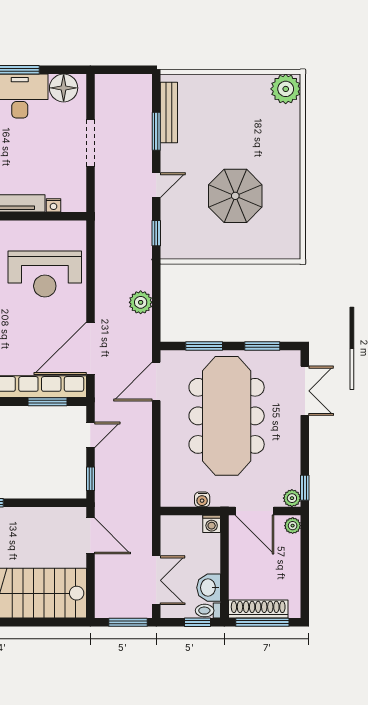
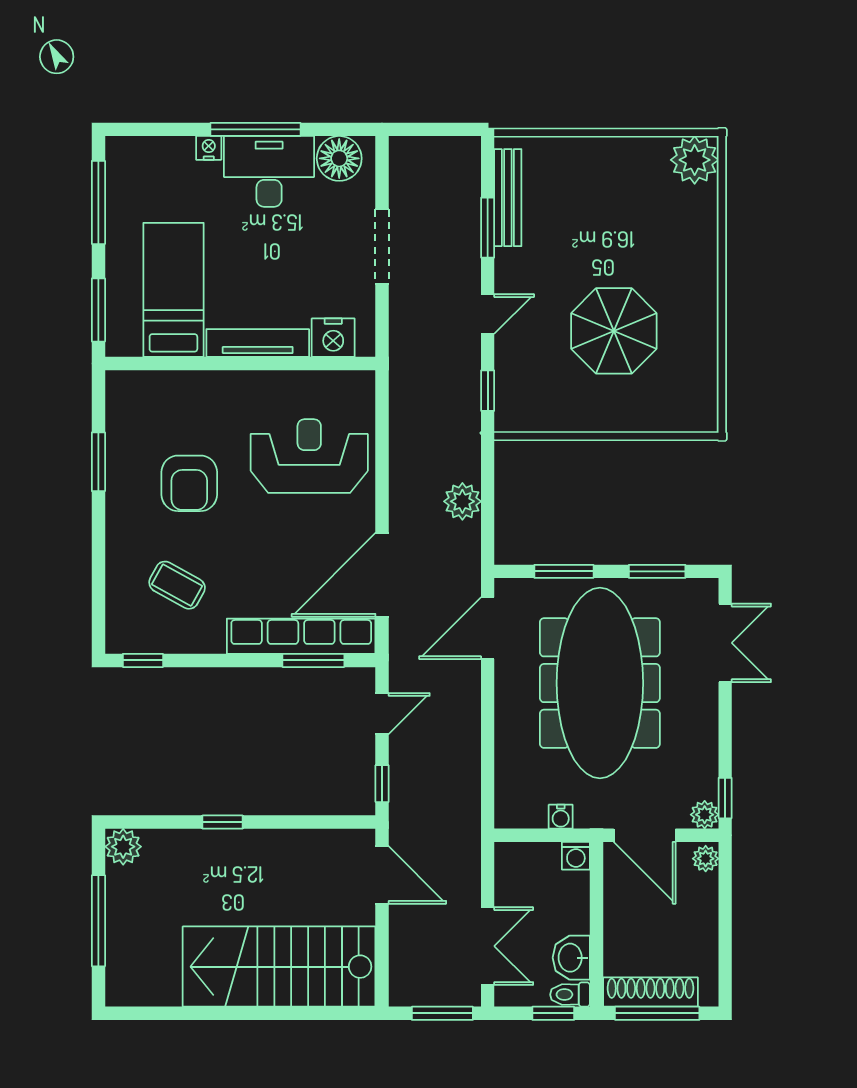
nightstand: (54, 205) -> (333, 338), width x1.89, depth x1.79
reception desk: (45, 274) -> (309, 456), turned 180

